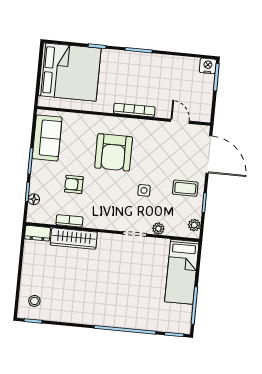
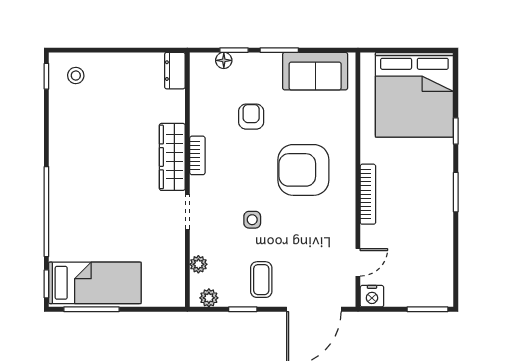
nightstand: (208, 66) -> (372, 296), moved, turned 90
bookcase: (69, 221) -> (197, 155), moved
plant: (158, 229) -> (198, 264), moved
wardrobe: (74, 239) -> (172, 157), moved
bed: (182, 272) -> (95, 283), moved, turned 180

